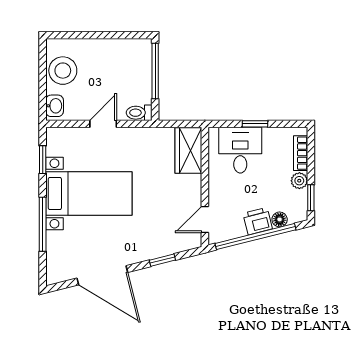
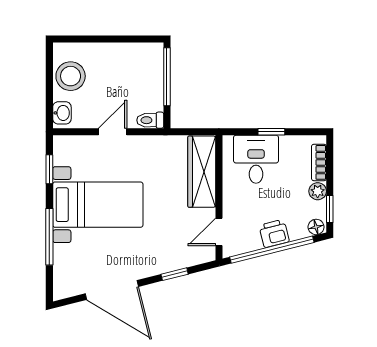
wardrobe: (188, 151) -> (202, 172), width x1.50
floor lamp: (280, 219) -> (316, 227), moved

